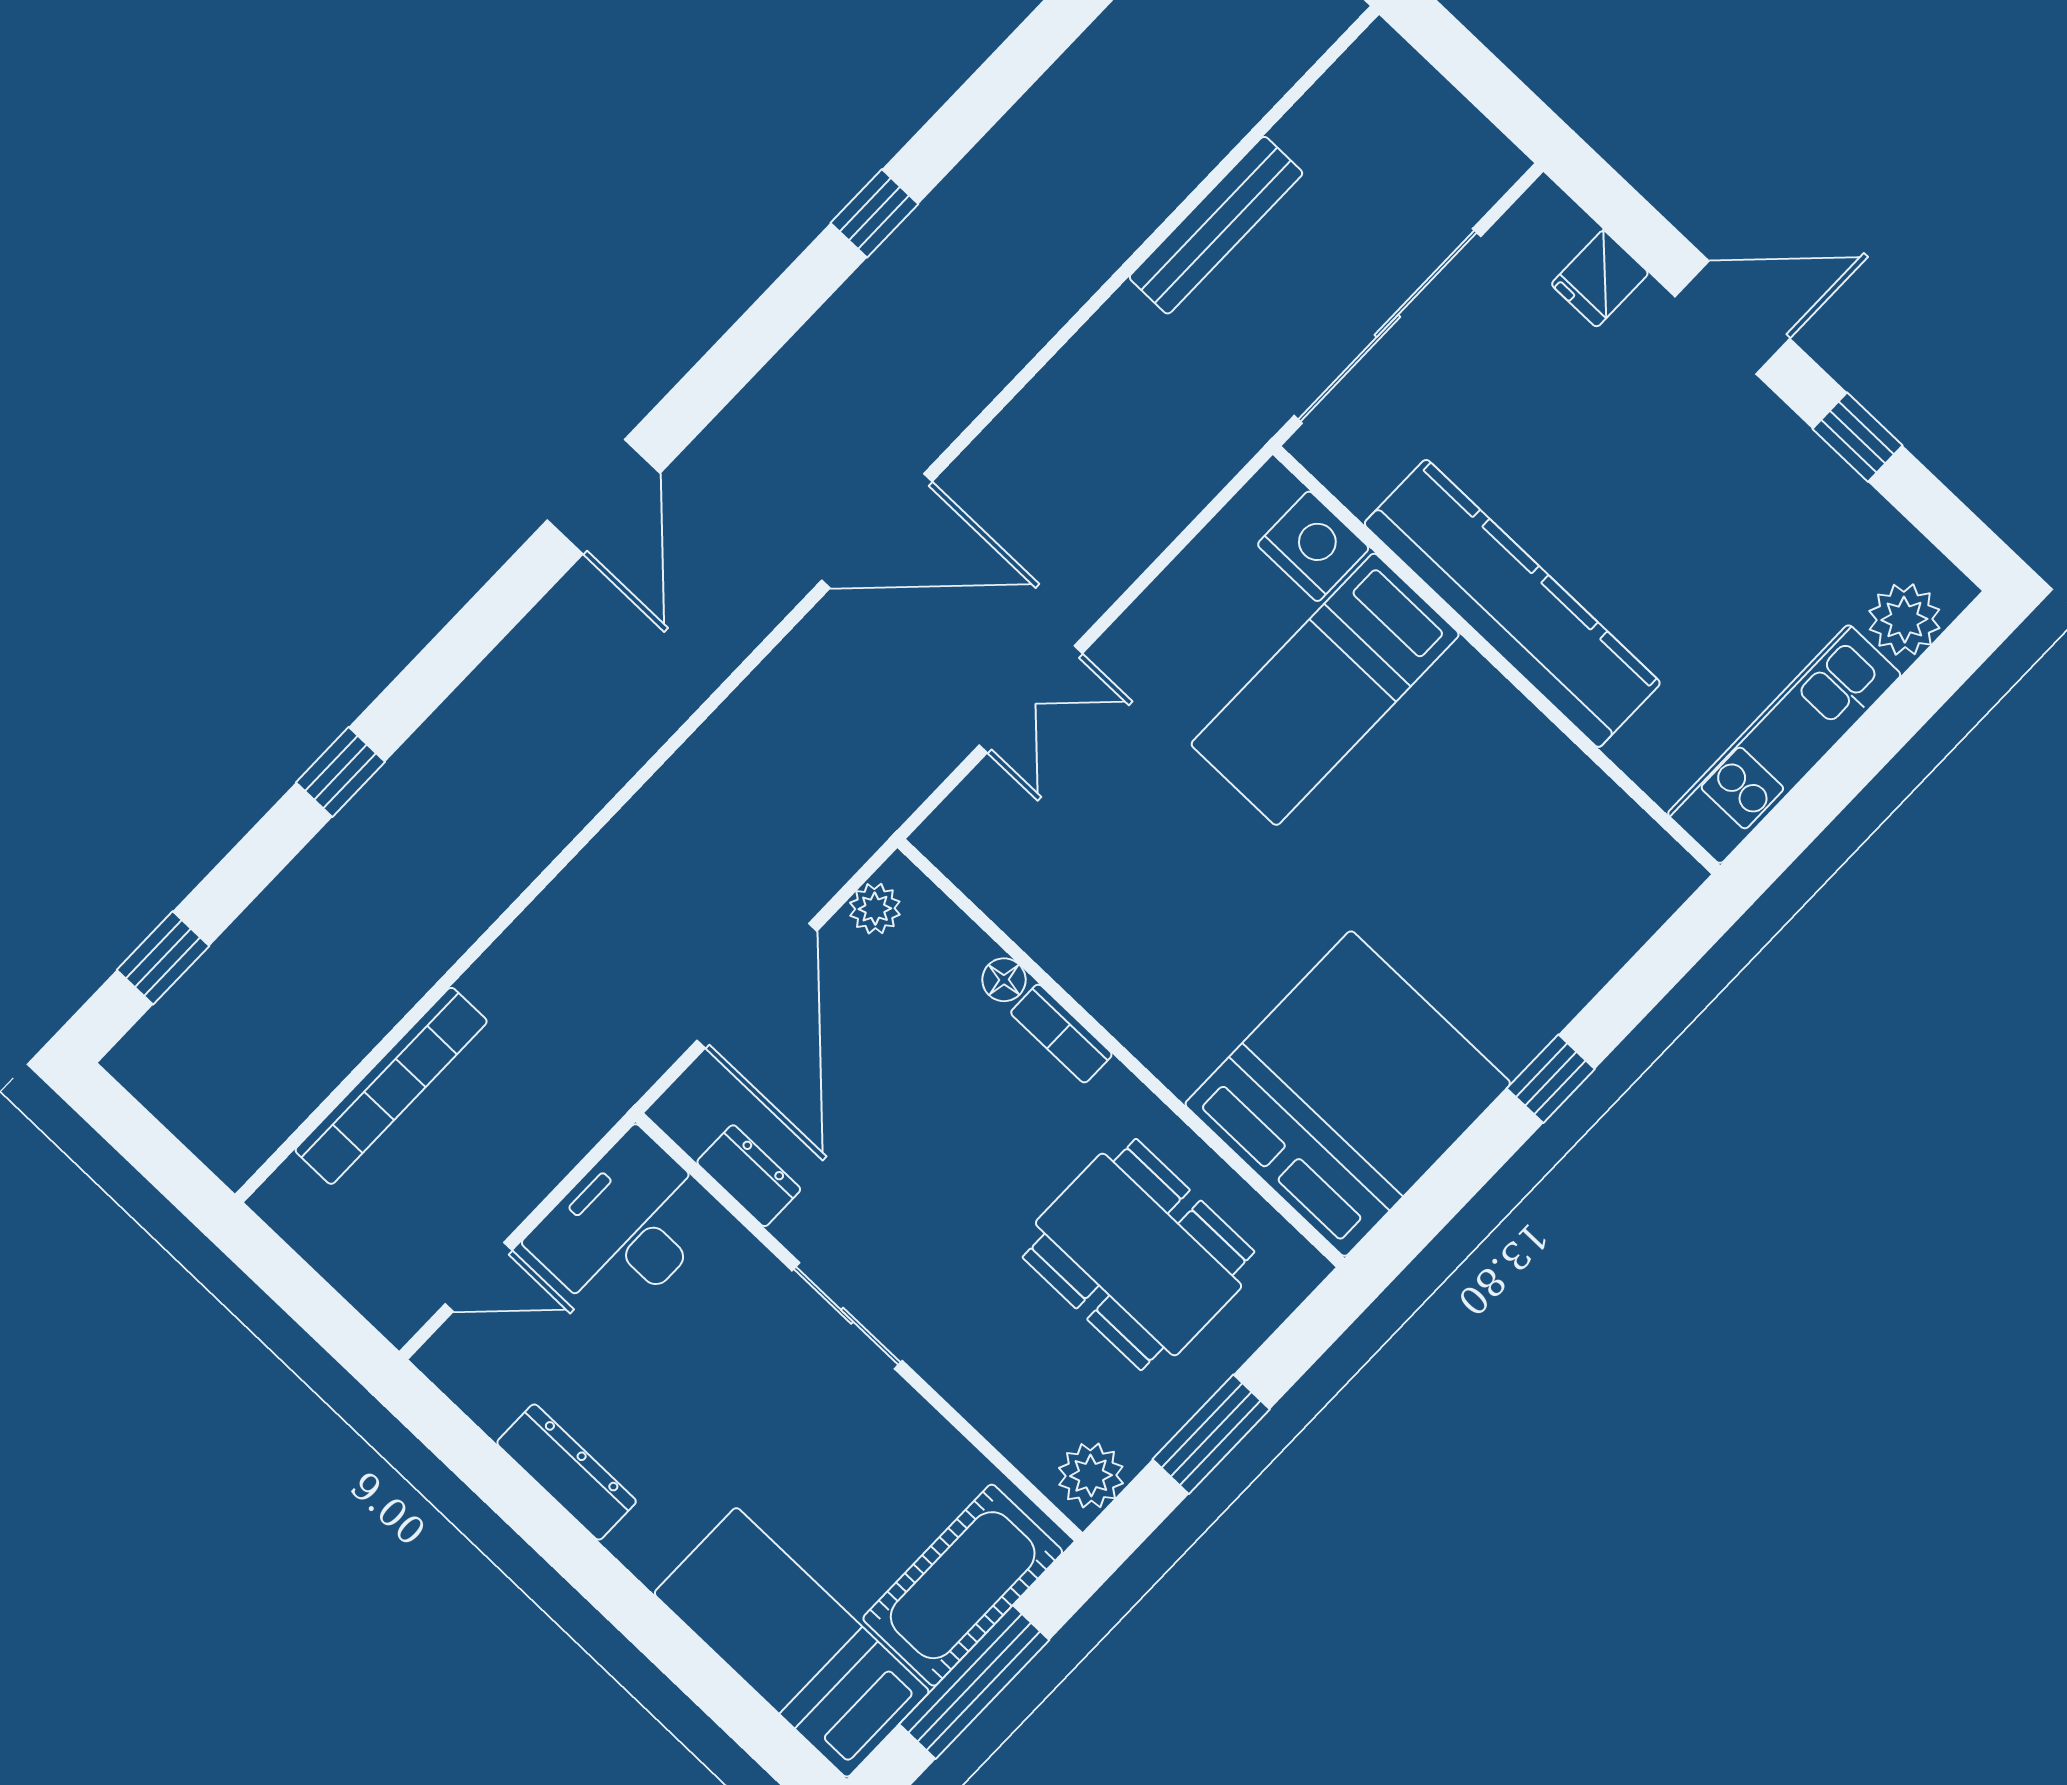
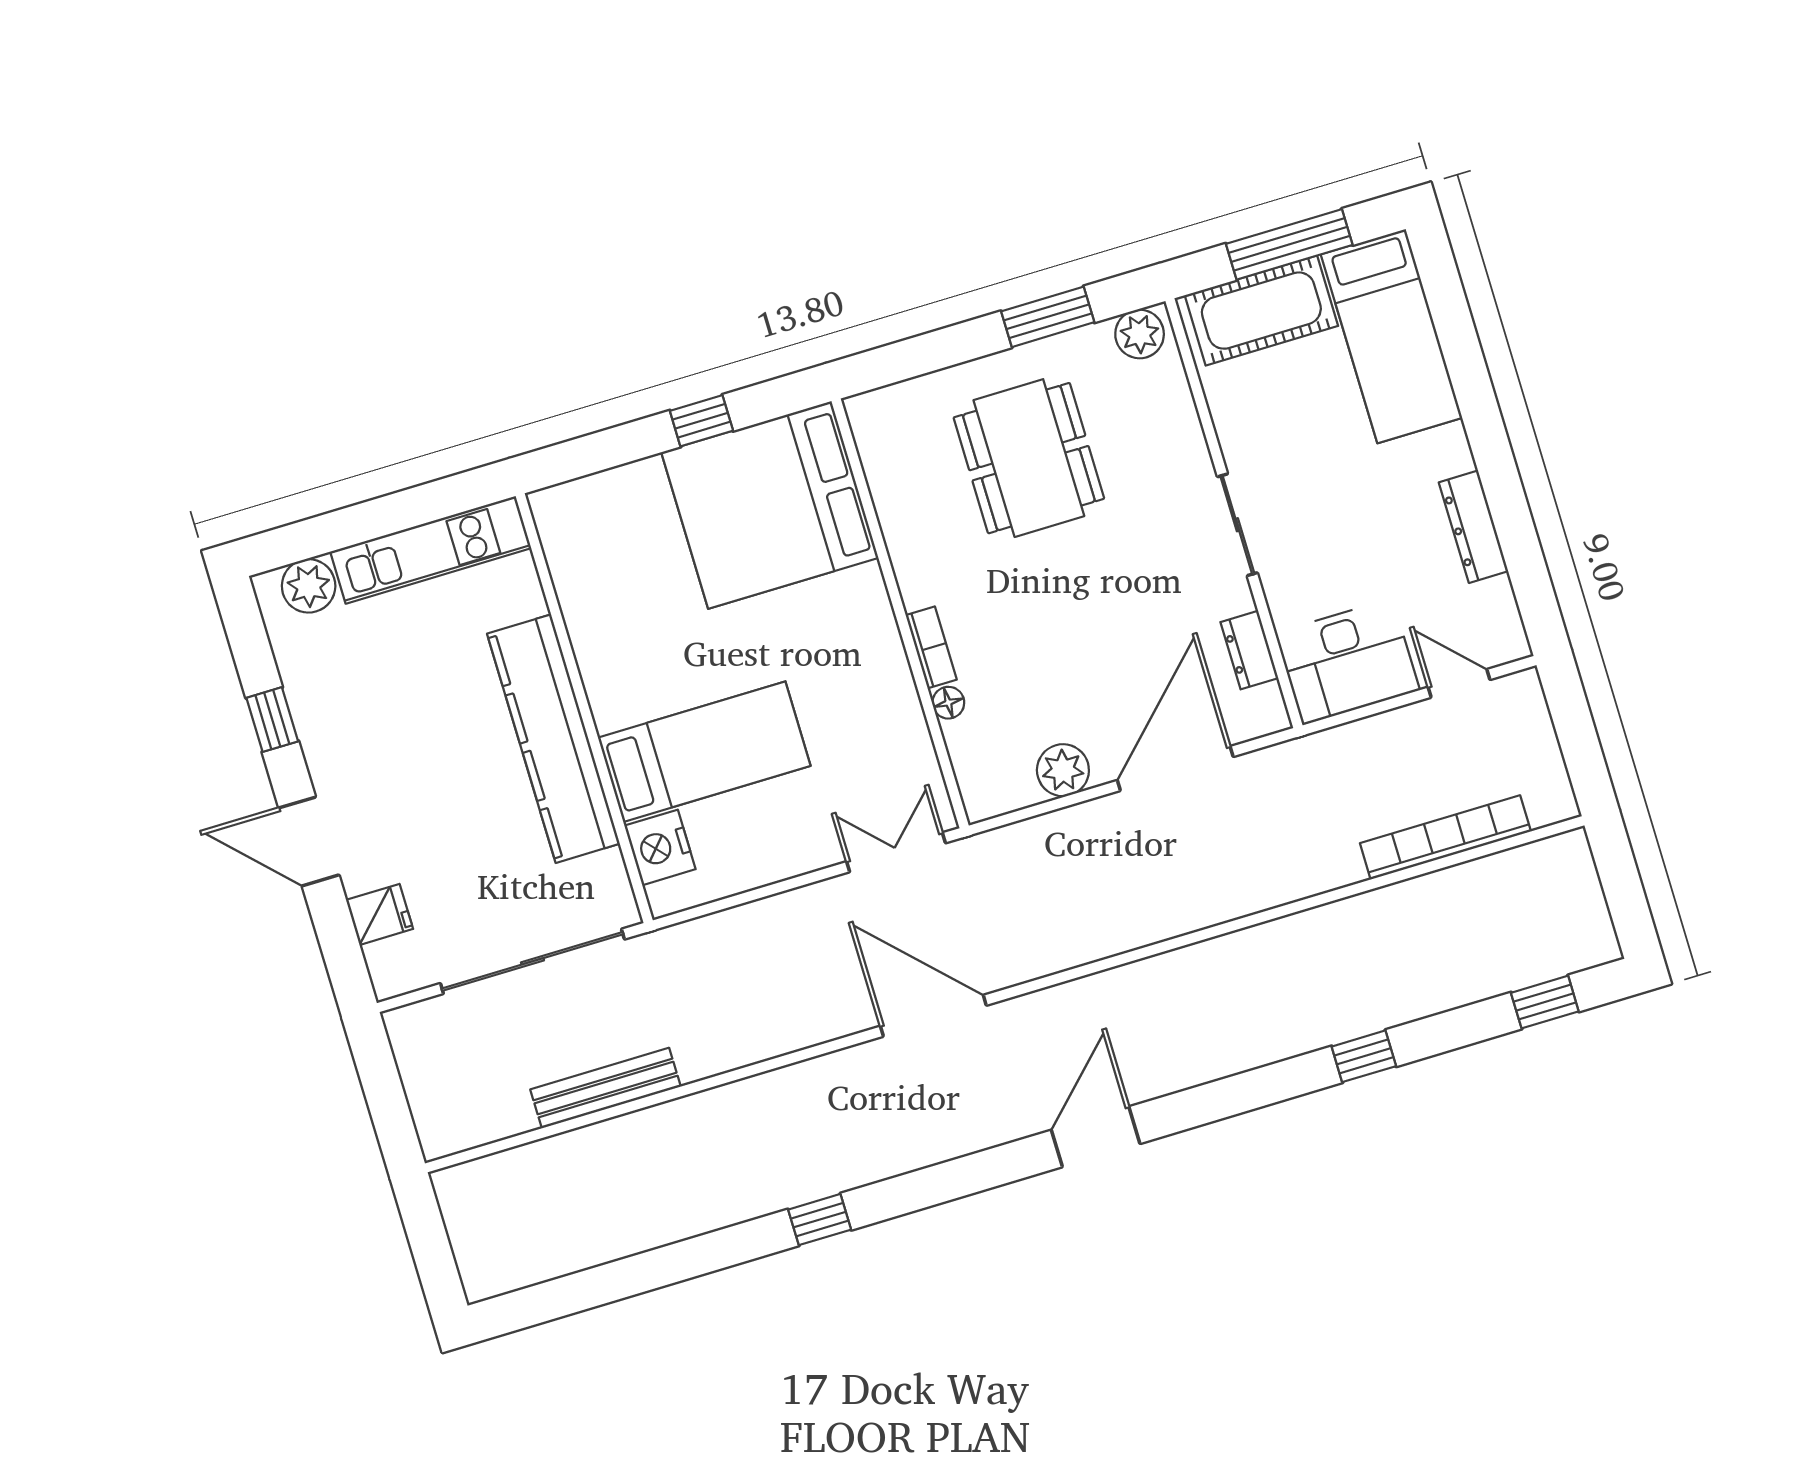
plant: (875, 909) -> (1063, 770), width x1.38, depth x1.38
floor lamp: (1004, 980) -> (948, 703), moved
bookcase: (1061, 1034) -> (931, 647), moved
wall: (1121, 1053) -> (900, 613), moved
bed: (1348, 1094) -> (770, 505), moved

